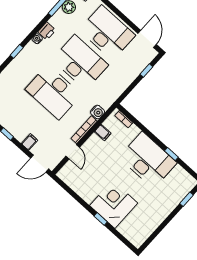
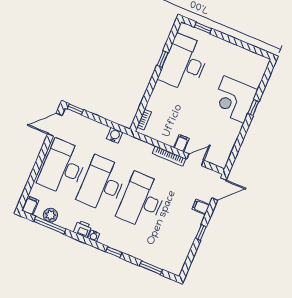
window: (146, 70) -> (75, 109), moved
desk: (53, 92) -> (142, 201), turned 180
water cooler: (98, 112) -> (115, 135), moved
filing cabinet: (103, 132) -> (181, 143), moved
desk: (148, 160) -> (184, 63), moved
door: (40, 164) -> (219, 189), hinge flipped

